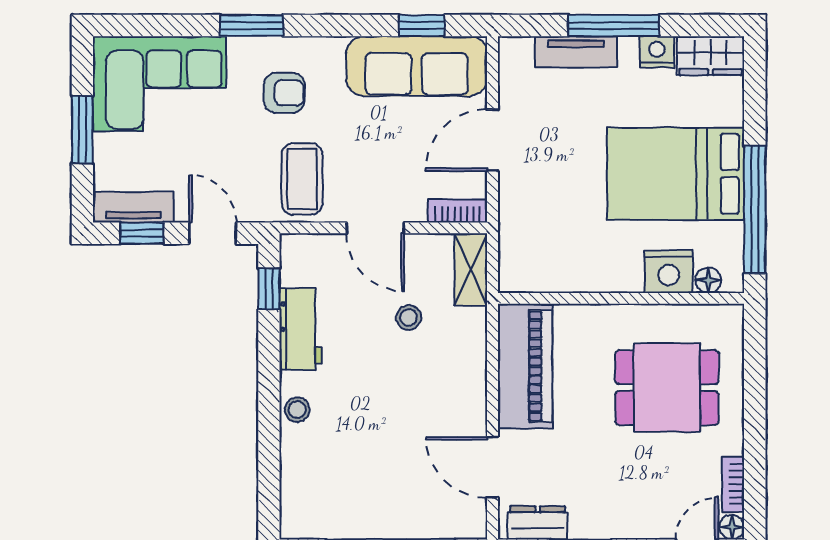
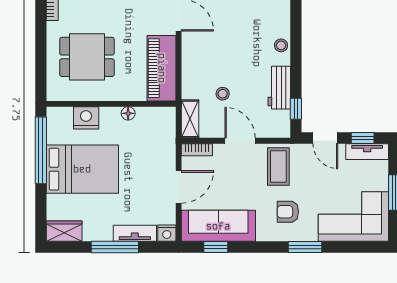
nightstand: (657, 52) -> (167, 233), moved
floor lamp: (708, 280) -> (128, 113), moved

